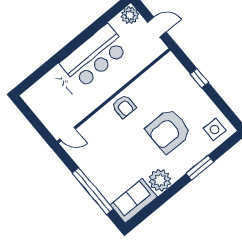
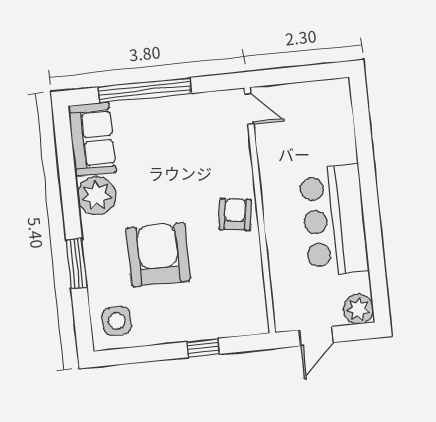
armchair: (124, 106) -> (235, 214), turned 98
door: (68, 134) -> (249, 109), swing flipped

